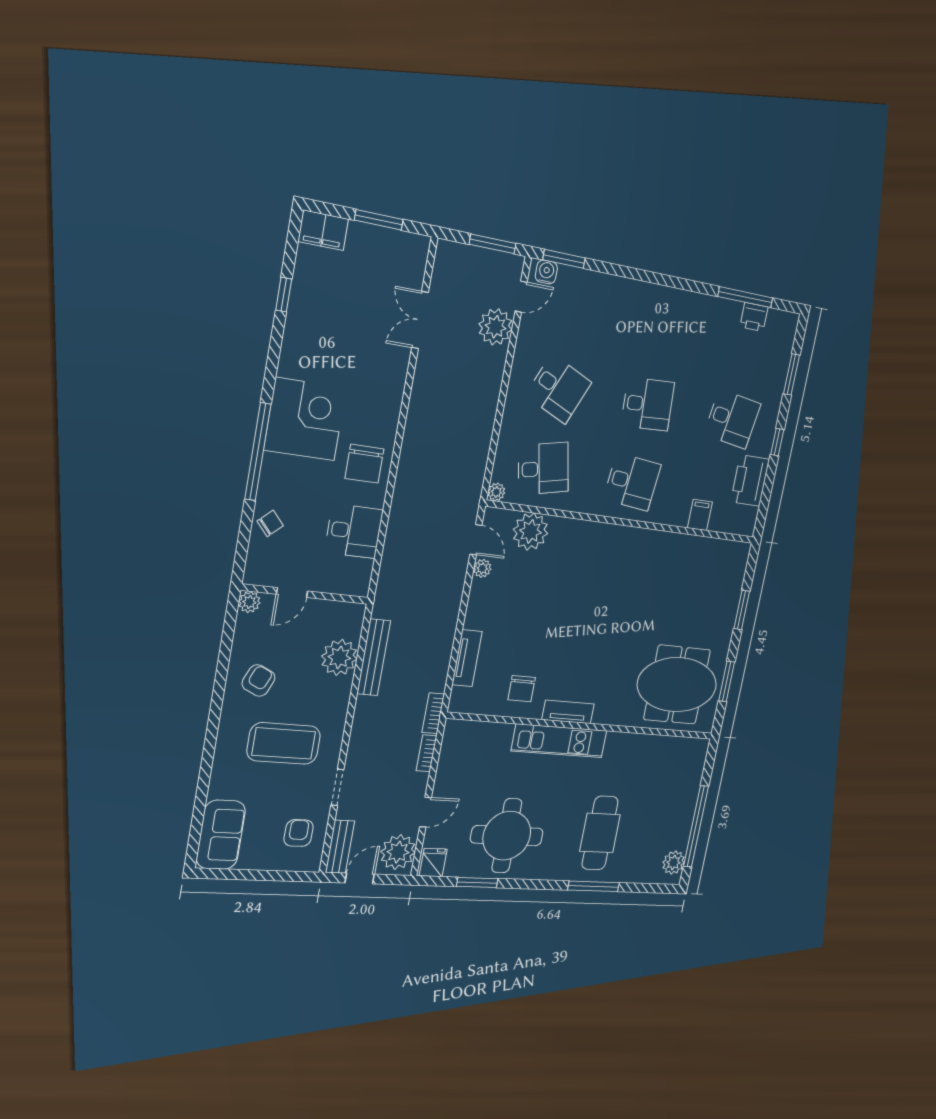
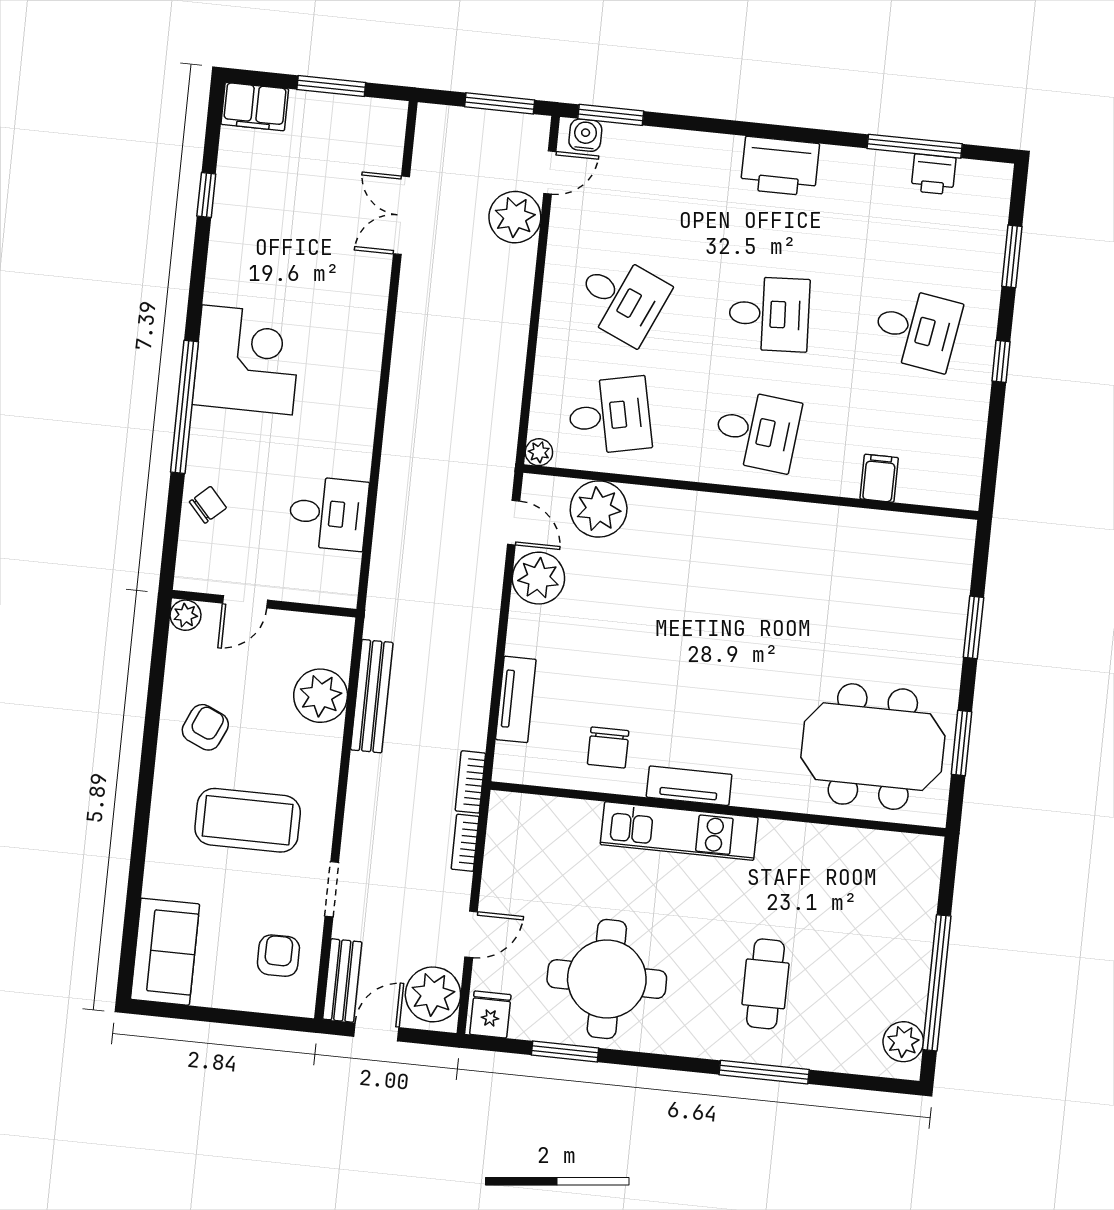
chair: (364, 464) -> (336, 418), removed
printer: (750, 481) -> (780, 166), moved, turned -90
plant: (482, 568) -> (538, 578), width x1.88, depth x1.88
cafe table: (600, 833) -> (765, 984), width x0.73, depth x0.74

